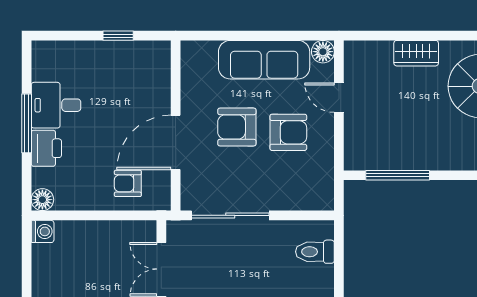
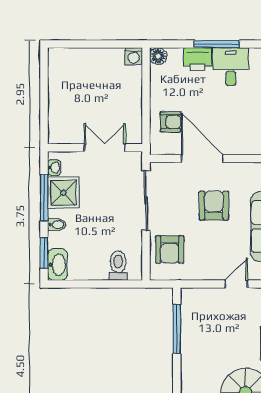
armchair: (288, 132) -> (170, 249), moved
armchair: (128, 183) -> (171, 122), turned 90

